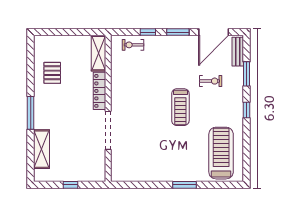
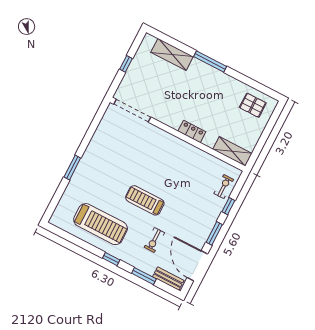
pallet: (52, 73) -> (253, 105), moved
locker: (99, 91) -> (192, 131), width x0.66
doorway: (108, 130) -> (132, 111), moved
treadmill: (221, 153) -> (101, 224), moved

